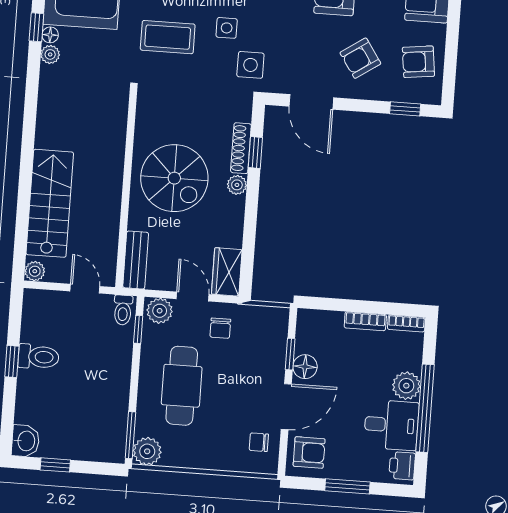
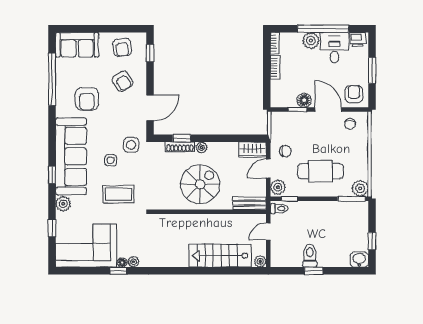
coffee table: (168, 37) -> (118, 194), turned 90

